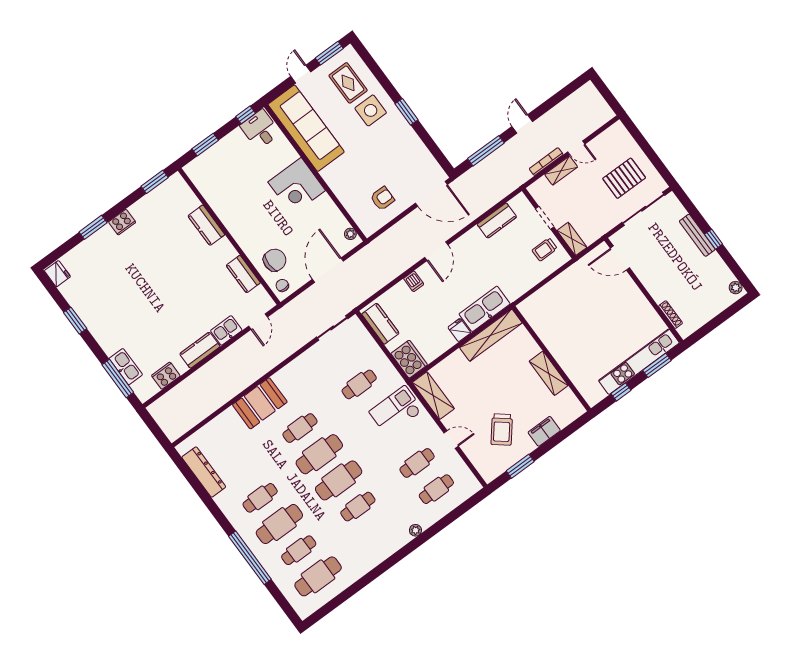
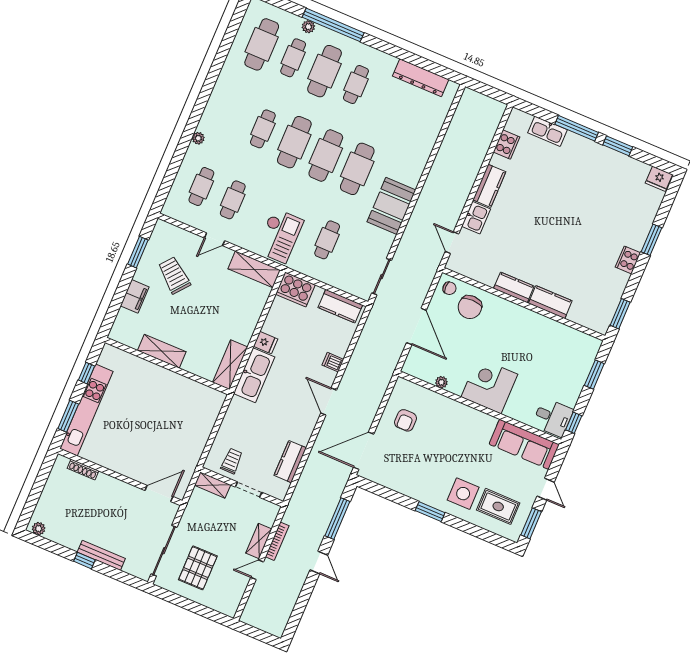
sofa: (306, 128) -> (524, 444), width x0.74, depth x0.79
plant: (350, 234) -> (441, 382), moved
kitchen counter: (243, 274) -> (514, 287), moved
shelving: (491, 335) -> (230, 365), width x0.68
window: (118, 378) -> (577, 128), moved
booth: (260, 403) -> (391, 206), moved
cafe table: (300, 428) -> (357, 169), width x1.37, depth x1.35
plant: (271, 568) -> (308, 27), added

